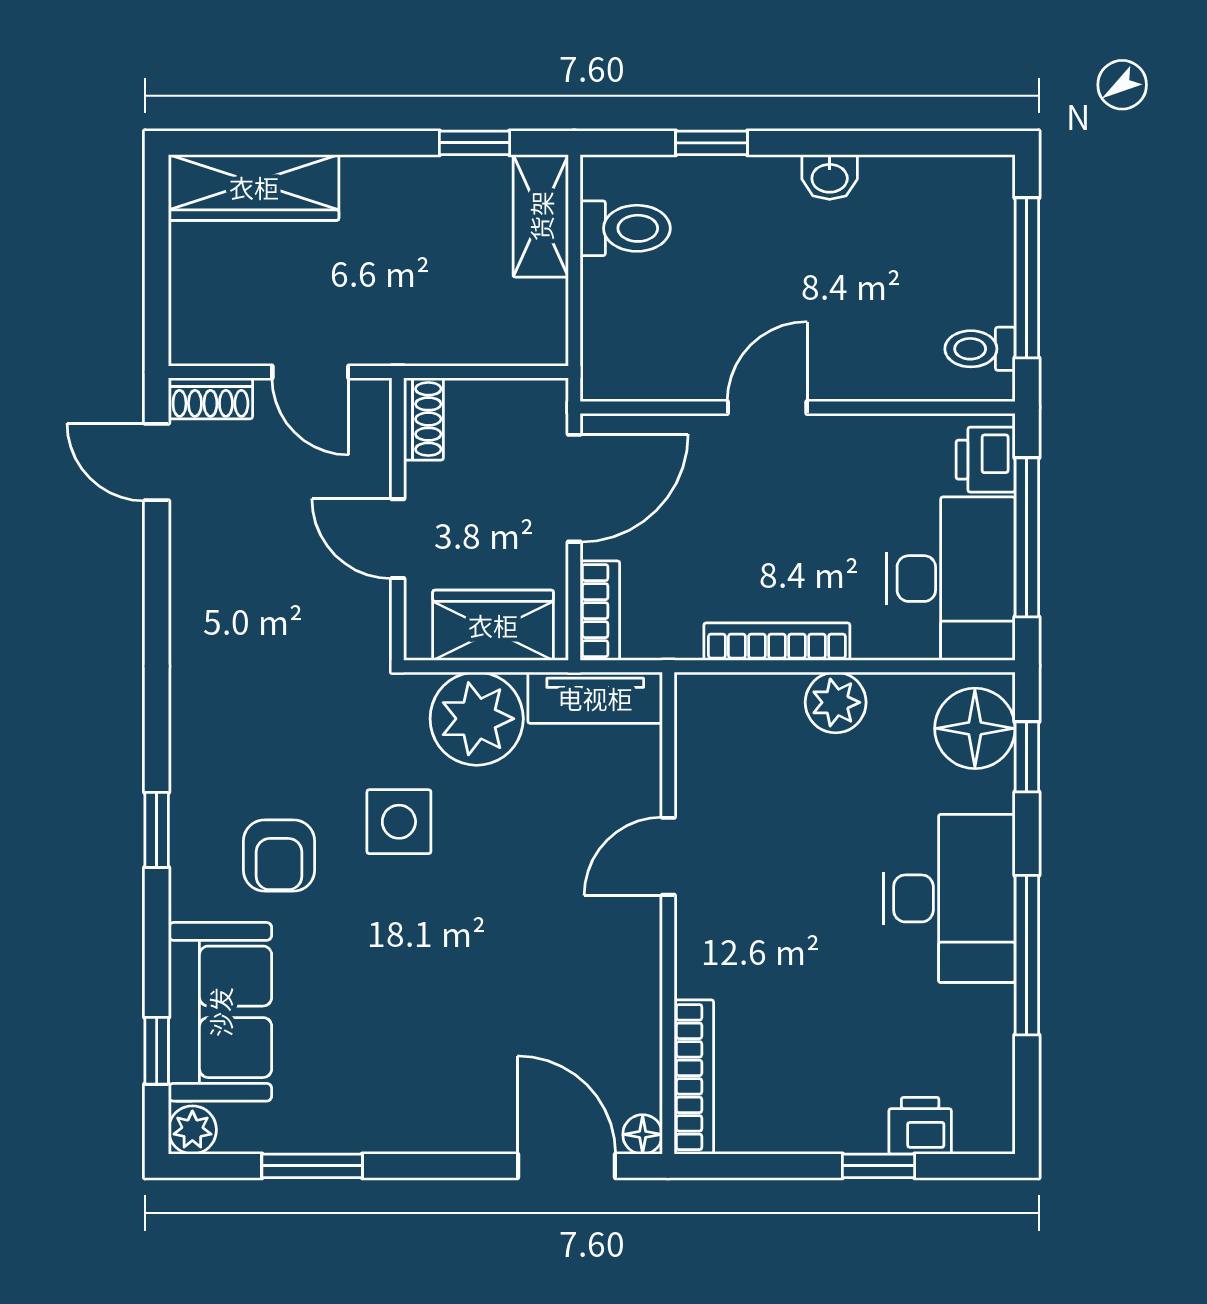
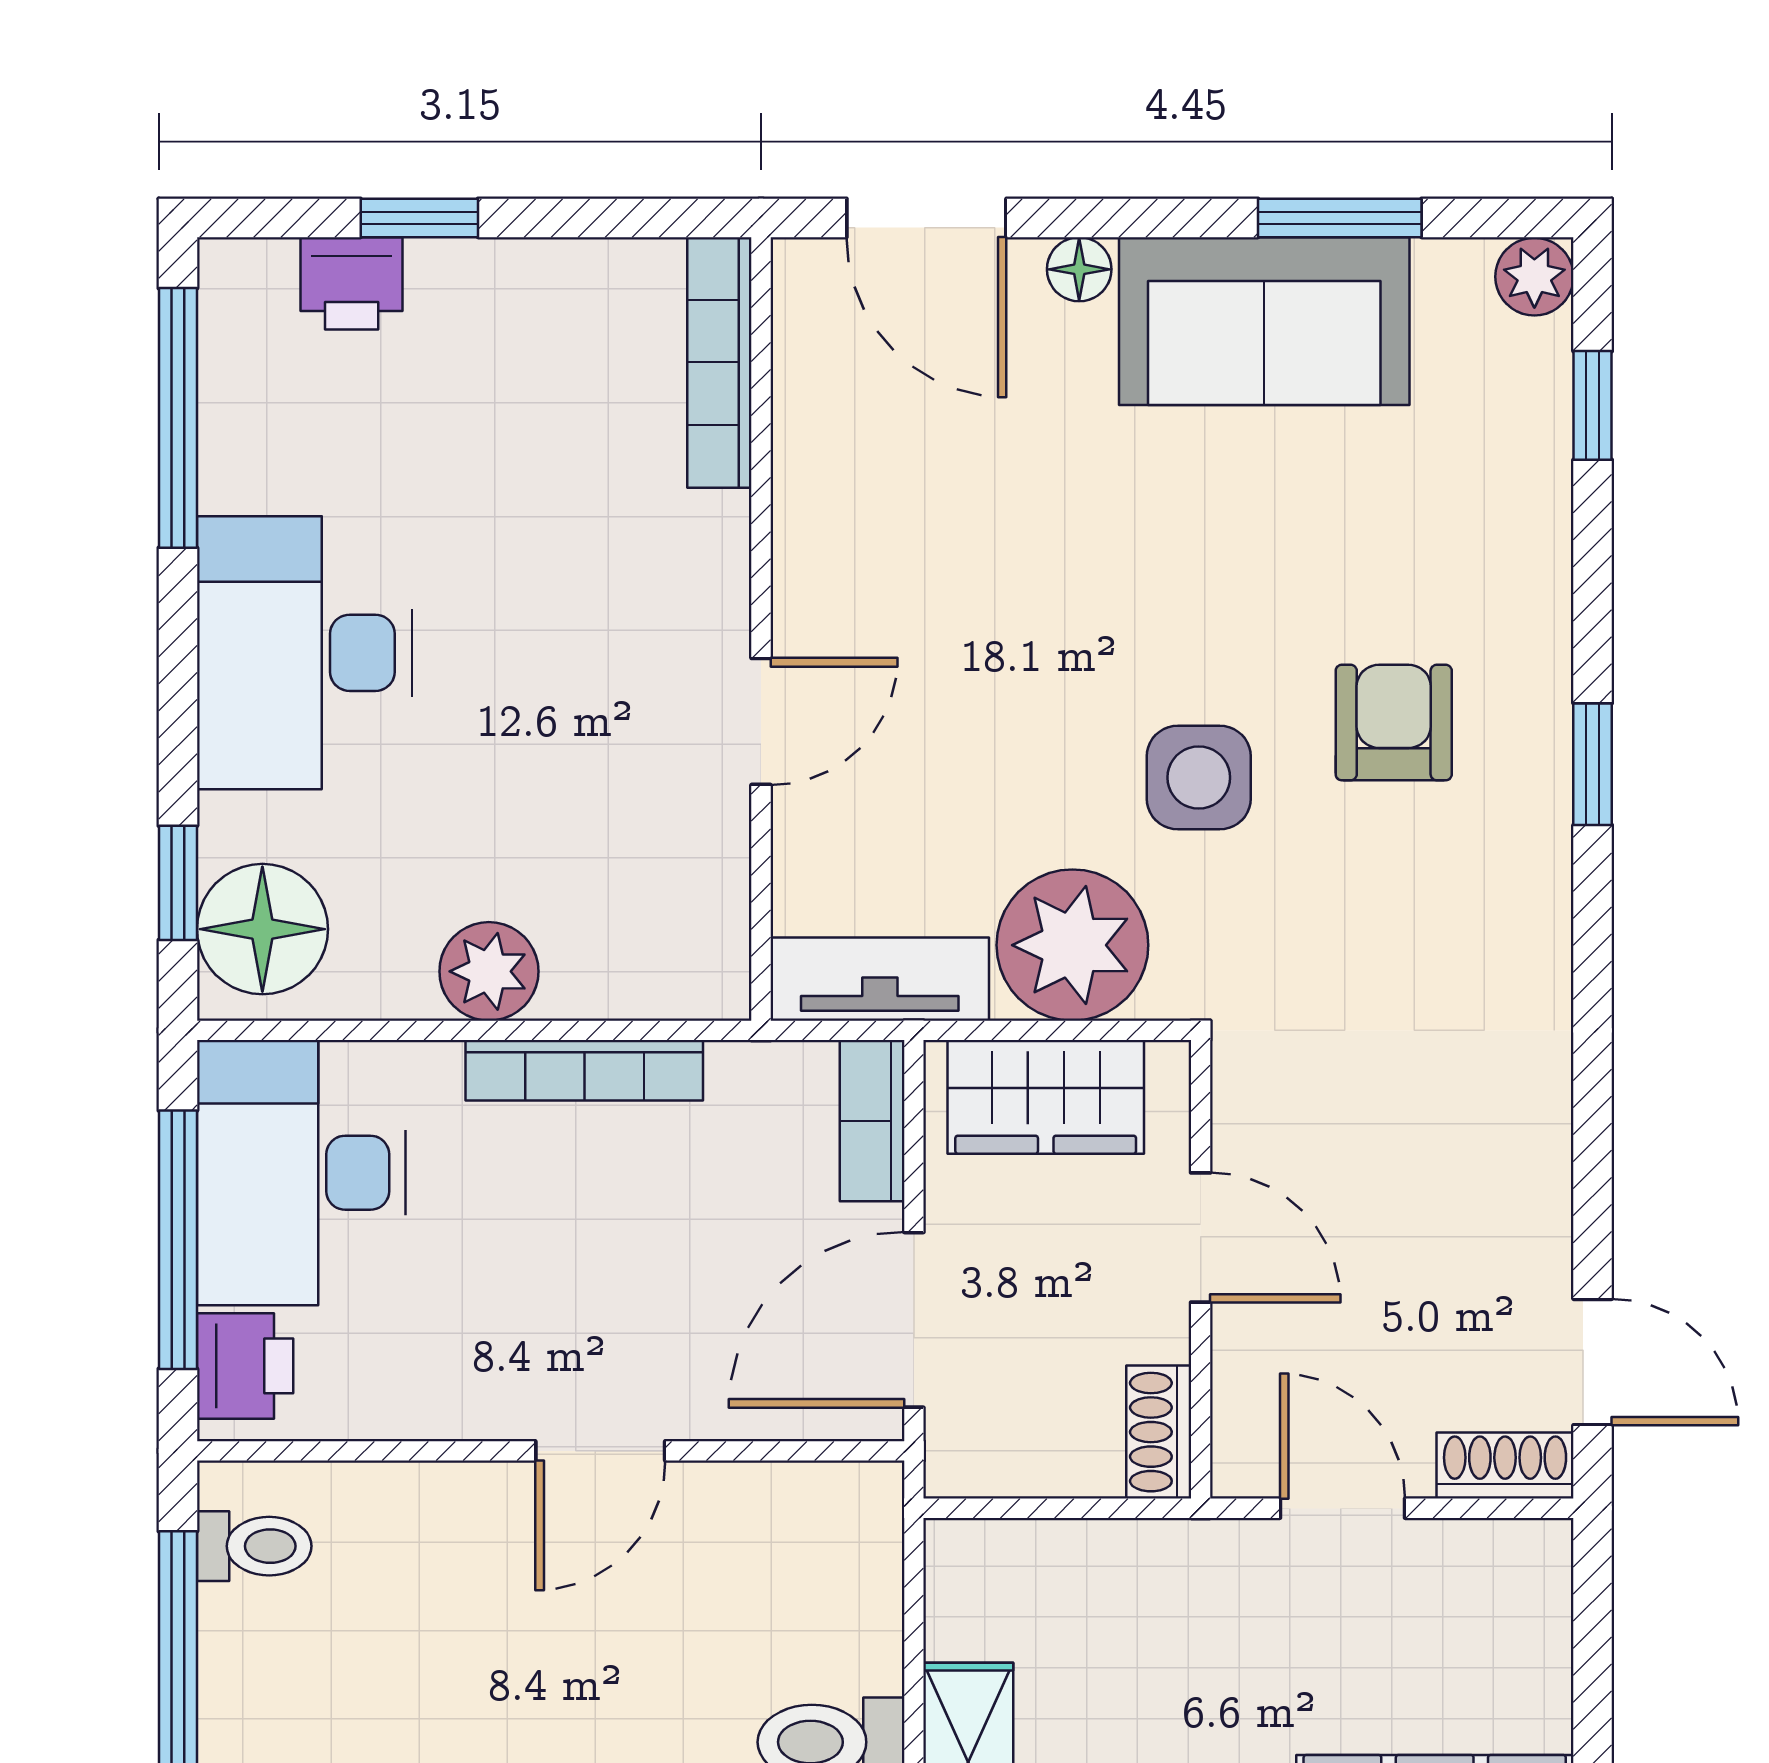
window: (1027, 955) -> (178, 418), moved
sofa: (220, 1012) -> (1264, 321), moved, turned -90
floor lamp: (643, 1134) -> (1079, 269), moved

